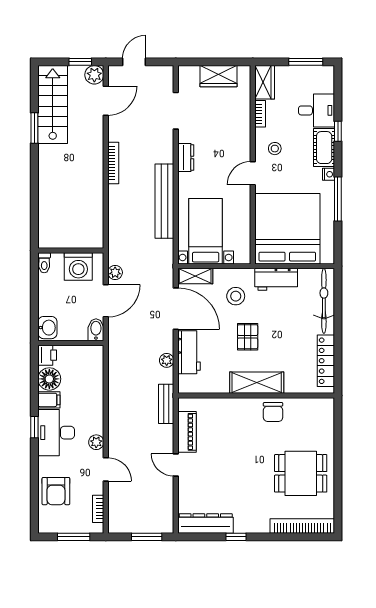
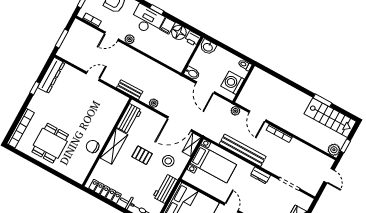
door: (106, 101) -> (258, 116), moved
plant: (115, 272) -> (235, 111), moved
workbench: (189, 352) -> (129, 119), moved, turned -90
piano: (187, 432) -> (108, 93), removed

